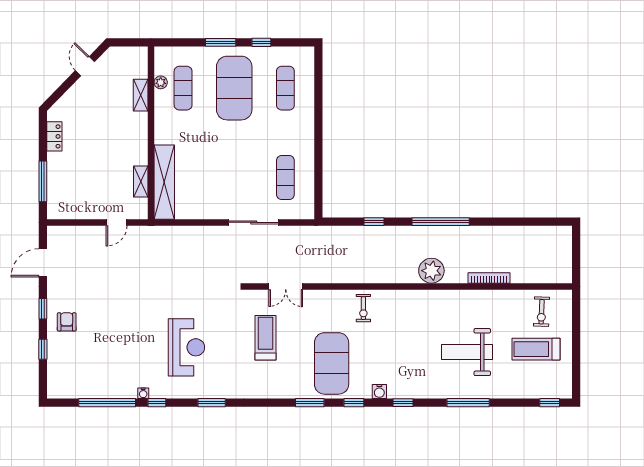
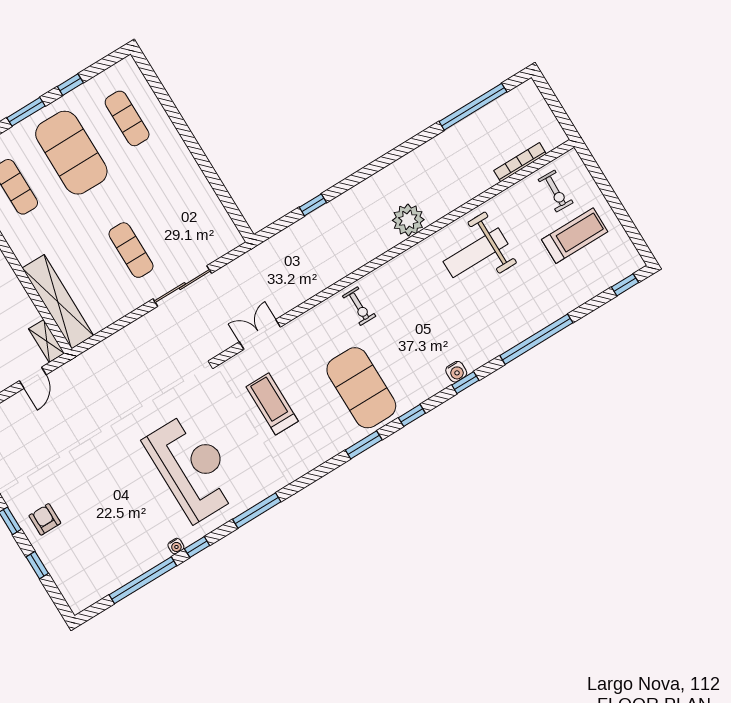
exercise mat: (285, 178) -> (131, 250), moved
shelving: (141, 181) -> (47, 341), moved
window: (441, 222) -> (473, 107), moved
bookcase: (489, 278) -> (520, 162), moved
double door: (286, 287) -> (260, 334), swing flipped
reception desk: (186, 347) -> (192, 467), width x1.36, depth x1.30
treadmill: (536, 349) -> (575, 236), turned 180
weight bench: (467, 352) -> (476, 253), moved
water cooler: (379, 392) -> (456, 372), moved
window: (212, 403) -> (257, 511), width x1.44
window: (468, 403) -> (536, 339), width x1.46

